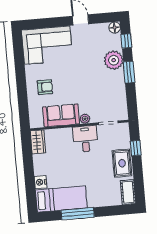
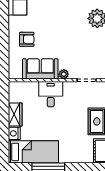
desk: (85, 139) -> (51, 94), moved
wardrobe: (38, 142) -> (15, 115), moved

